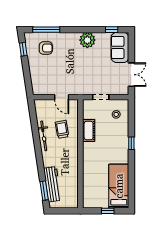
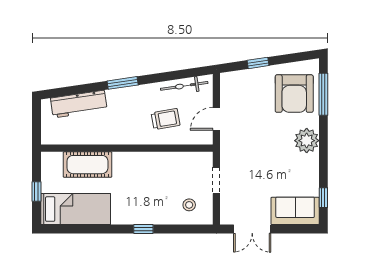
plant: (87, 40) -> (307, 141), moved
armchair: (46, 48) -> (294, 94), width x1.88, depth x1.88
window: (23, 49) -> (258, 63), moved
cot: (89, 131) -> (87, 165), moved, width x1.37, depth x1.34
bicycle: (44, 136) -> (184, 86), moved
window: (44, 191) -> (123, 83), moved

